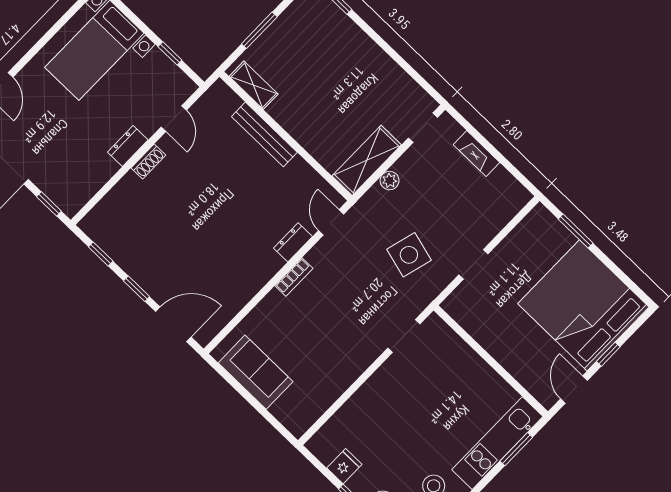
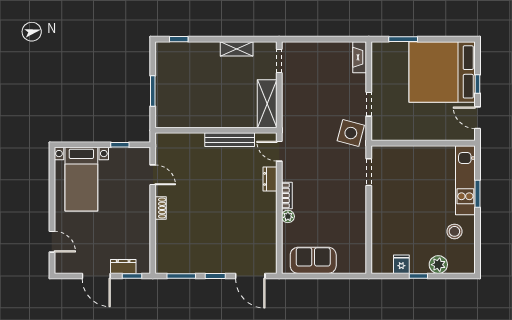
shelving: (254, 85) -> (237, 49), moved
bench: (264, 134) -> (230, 140), moved
dresser: (128, 146) -> (123, 266), moved, turned 90
fireplace: (476, 153) -> (360, 57), moved, turned 90
plant: (390, 181) -> (288, 216), moved
window: (101, 254) -> (181, 276), width x1.50
side table: (409, 255) -> (351, 133), moved
door: (173, 324) -> (250, 276), swing flipped
window: (516, 449) -> (478, 194), moved

